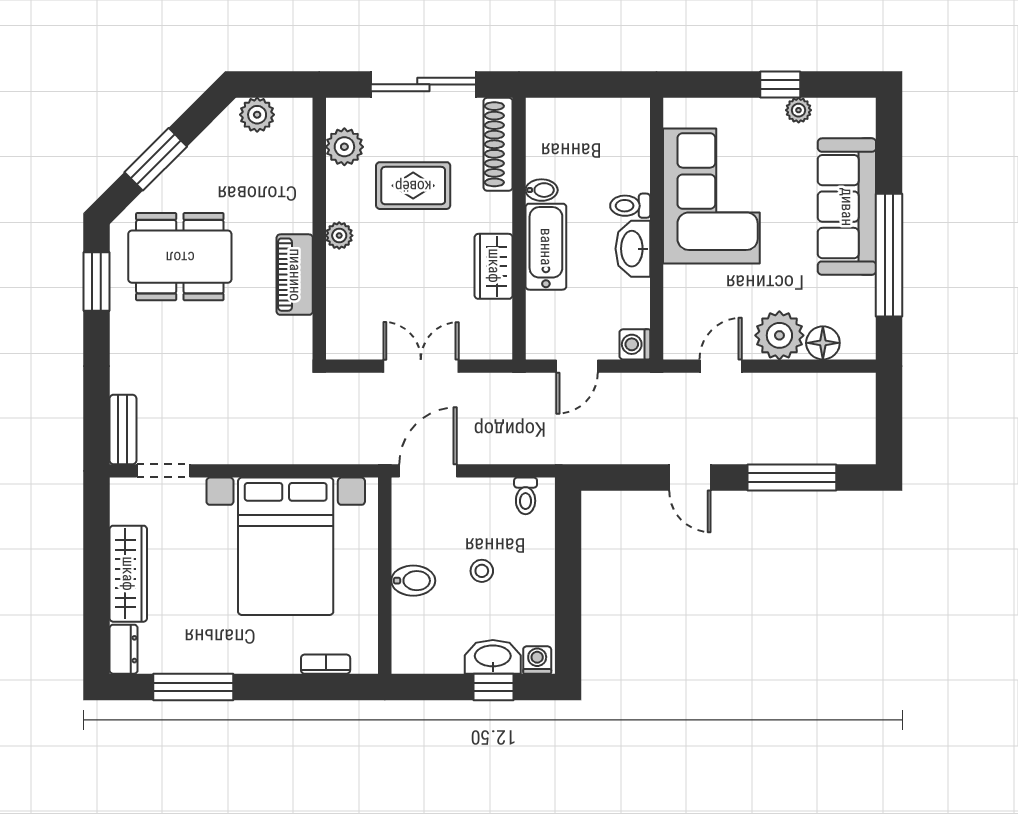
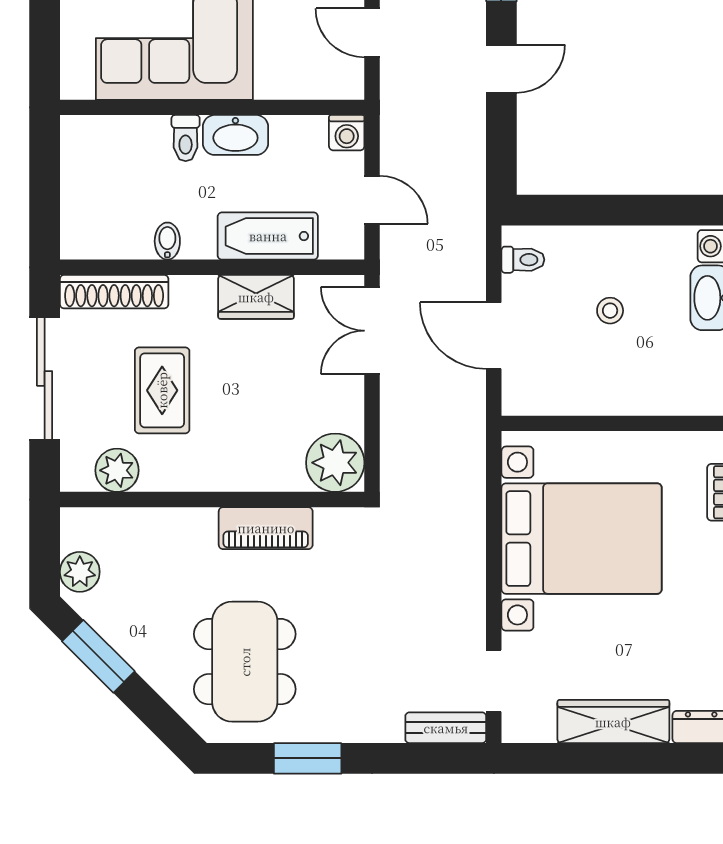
window: (156, 159) -> (98, 656), moved
plant: (339, 235) -> (335, 463), moved, width x1.87, depth x1.87
bathtub: (546, 247) -> (268, 236), moved
window: (97, 282) -> (308, 758), moved
double door: (421, 366) -> (372, 331), moved
door: (428, 471) -> (494, 336), moved
bidet: (413, 581) -> (621, 390), removed

